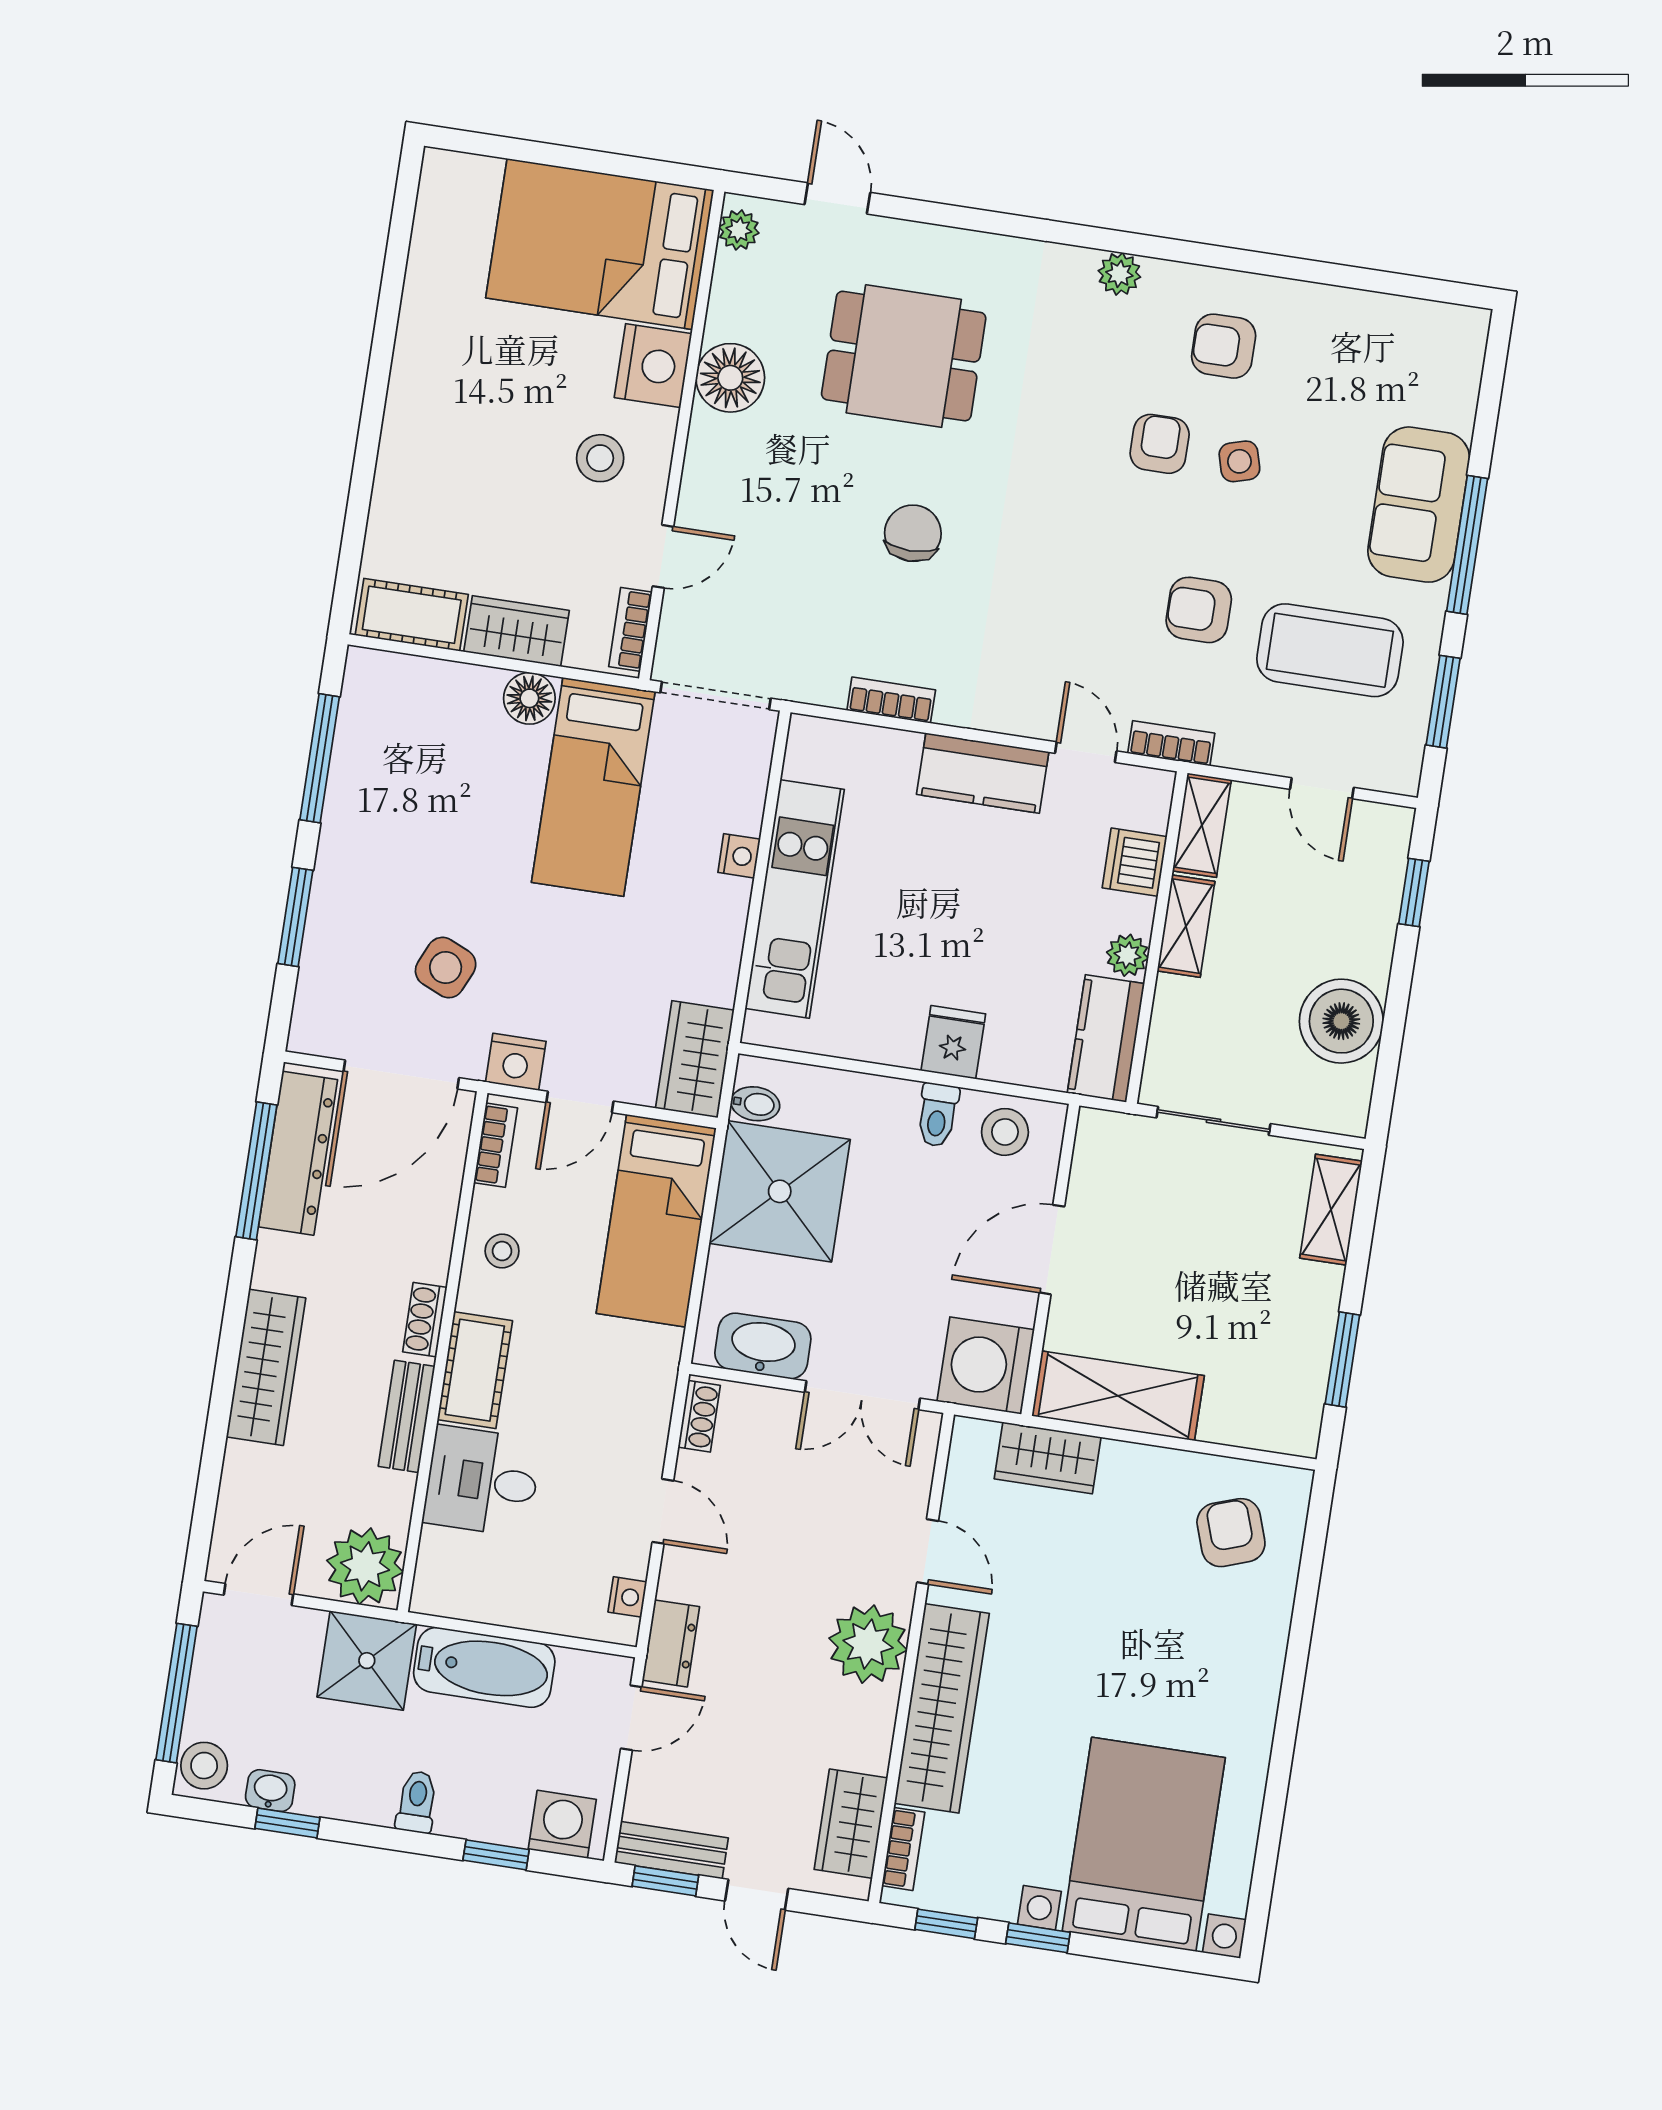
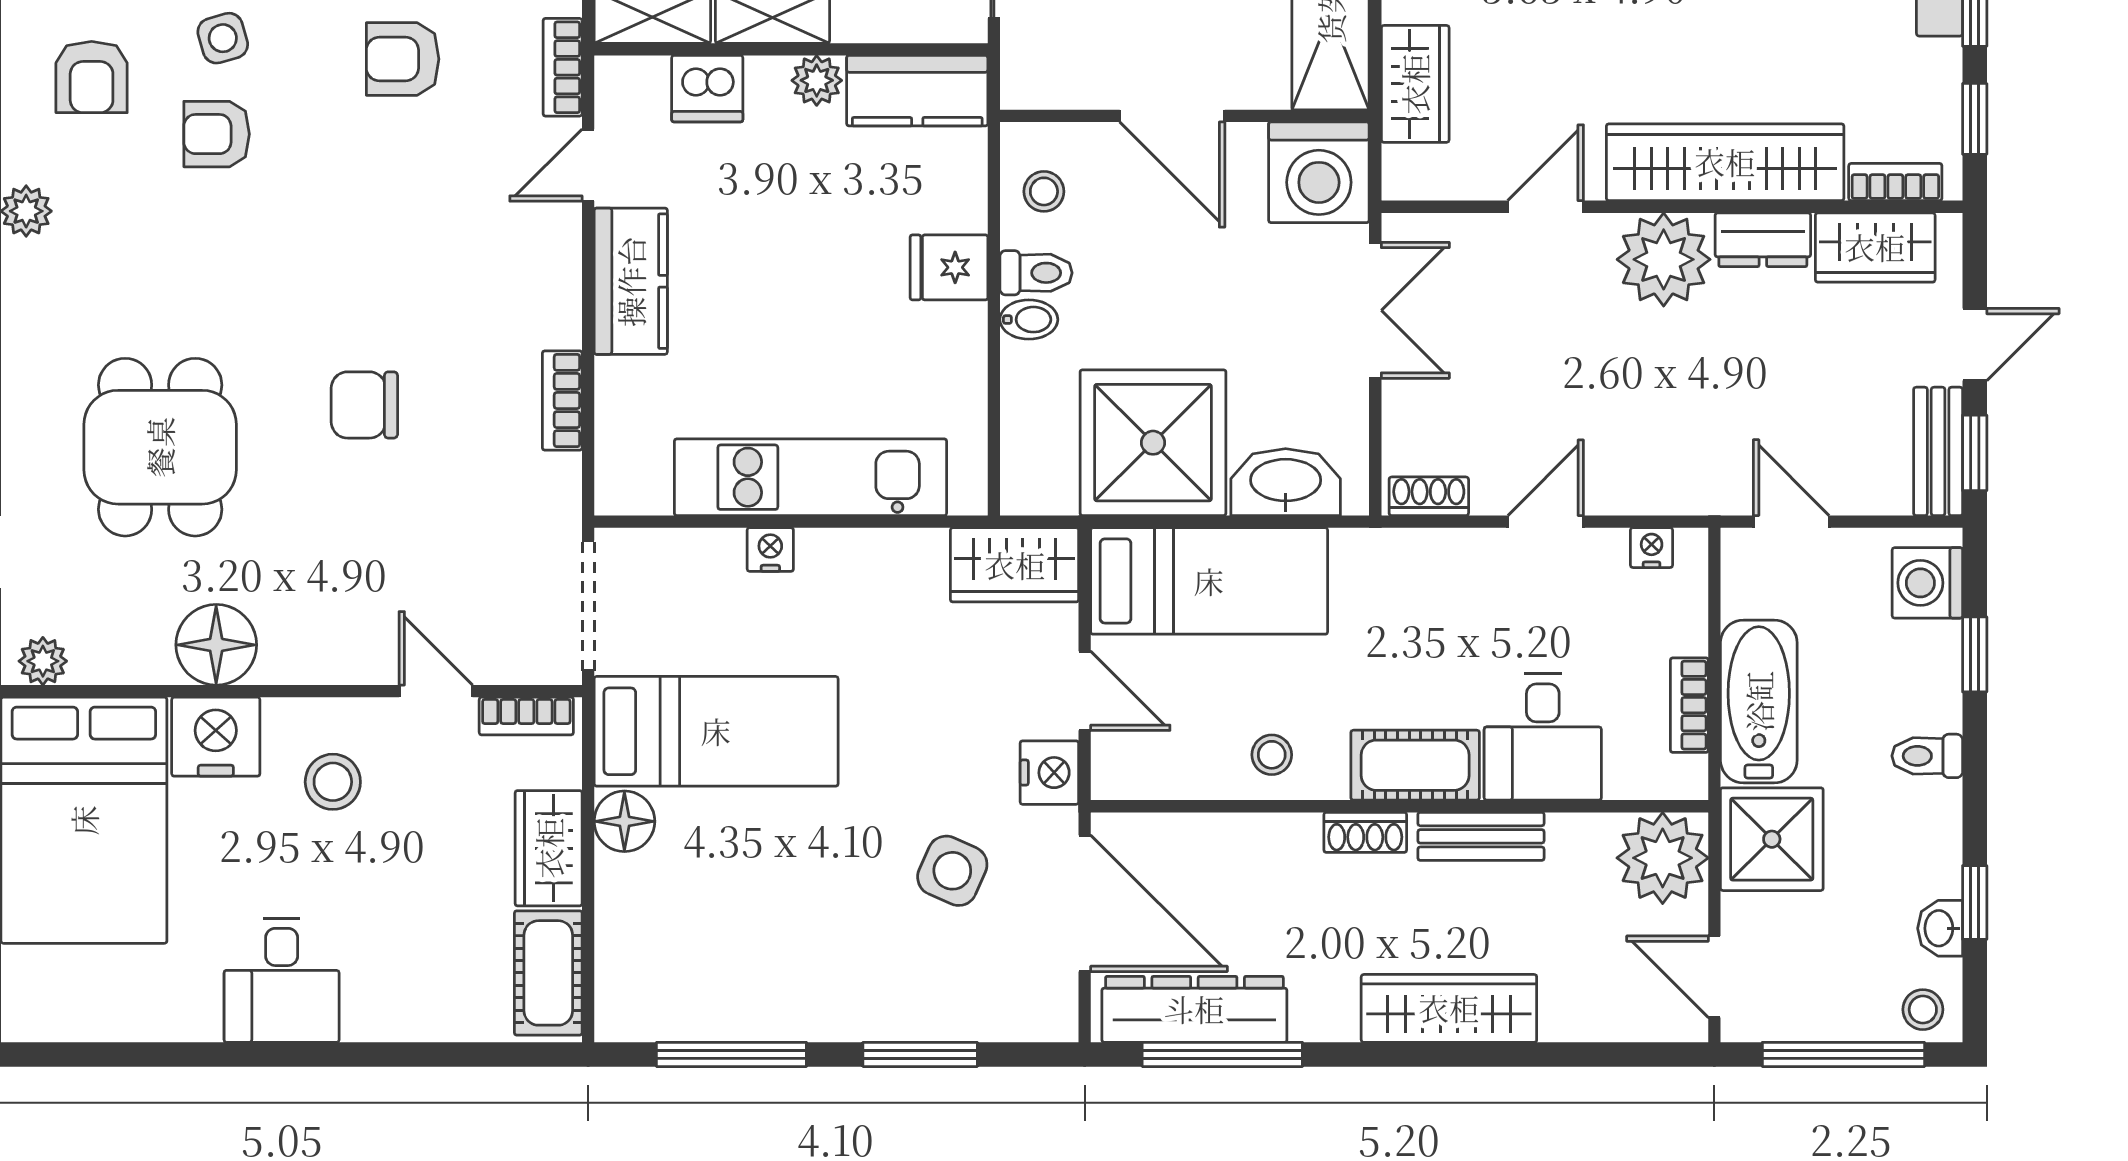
desk: (440, 390) -> (282, 980), added
armchair: (1199, 610) -> (403, 59), turned 90
bidet: (755, 1104) -> (1029, 320), moved, turned 90
stool: (1005, 1132) -> (1044, 191), width x0.73, depth x0.73
bookcase: (496, 1145) -> (1689, 705), moved, turned -90
washbasin: (763, 1346) -> (1286, 482), moved, turned 90
dresser: (671, 1643) -> (1763, 240), moved, turned 180
stool: (204, 1766) -> (1923, 1010), width x0.73, depth x0.73

